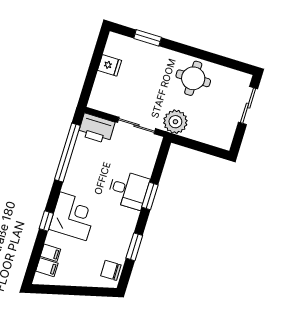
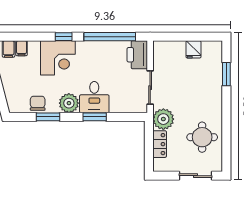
round table: (193, 78) -> (202, 137), moved
locker: (202, 134) -> (160, 144), added
plant: (126, 219) -> (69, 103), added
window: (46, 221) -> (64, 37), moved
chair: (111, 270) -> (38, 103), moved

